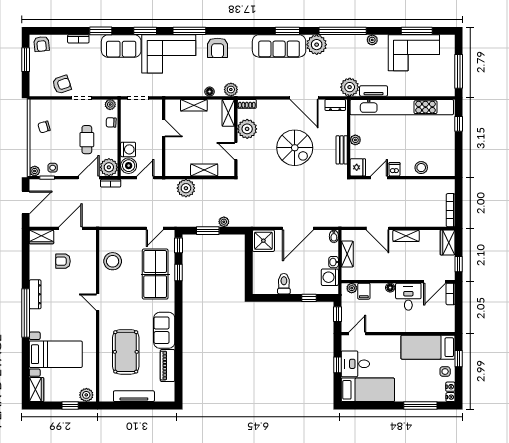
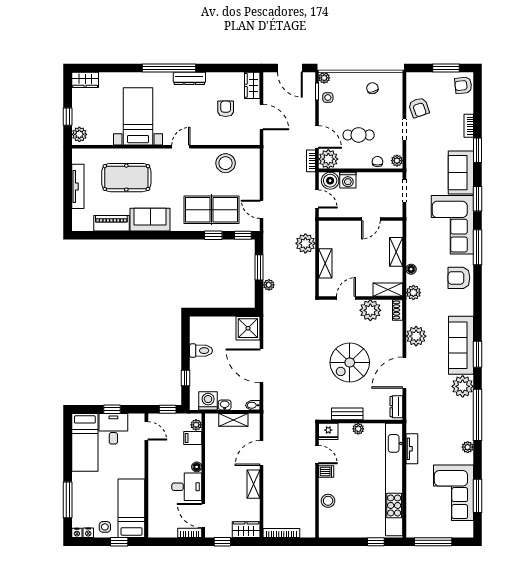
plant: (350, 87) -> (416, 336), moved
bed with nightstands: (56, 354) -> (138, 116), moved, turned 180

